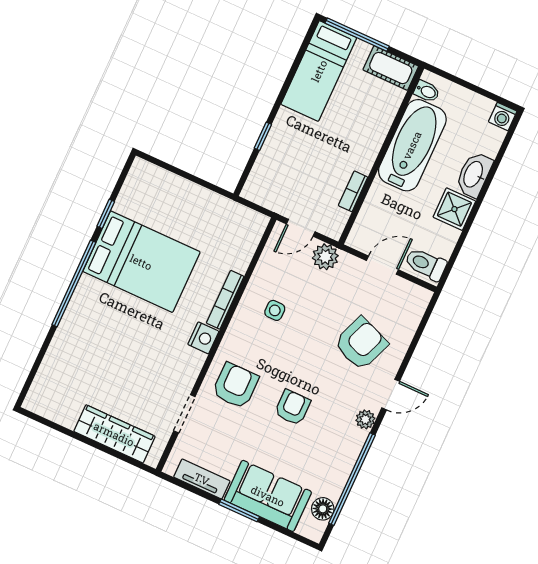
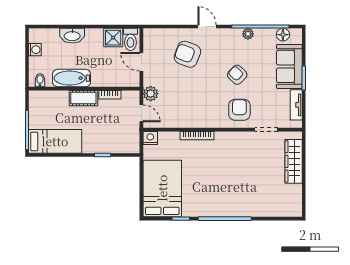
cot: (391, 68) -> (83, 98), moved, turned 90
washing machine: (503, 116) -> (35, 50), moved
bathtub: (412, 145) -> (72, 78), width x0.73, depth x0.73
shower: (454, 209) -> (113, 38), moved
bed: (141, 262) -> (162, 188), moved
side table: (275, 310) -> (191, 107), removed
nightstand: (203, 338) -> (150, 138), moved
armchair: (235, 386) -> (239, 110), turned 90
armchair: (292, 407) -> (237, 75), turned 44
plant: (365, 419) -> (248, 34), moved

